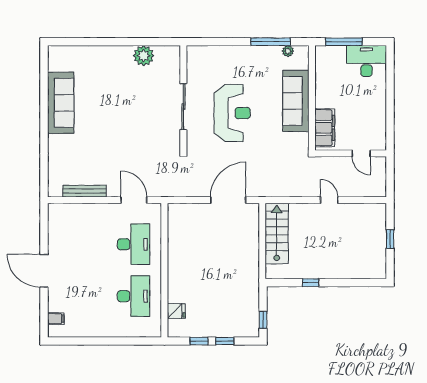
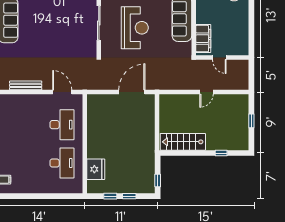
door: (361, 153) -> (219, 58), moved
door: (329, 200) -> (207, 92), swing flipped
stairs: (277, 234) -> (183, 142), moved, turned -90
window: (311, 283) -> (221, 153), moved
fridge: (176, 311) -> (96, 169), width x1.88, depth x1.34

